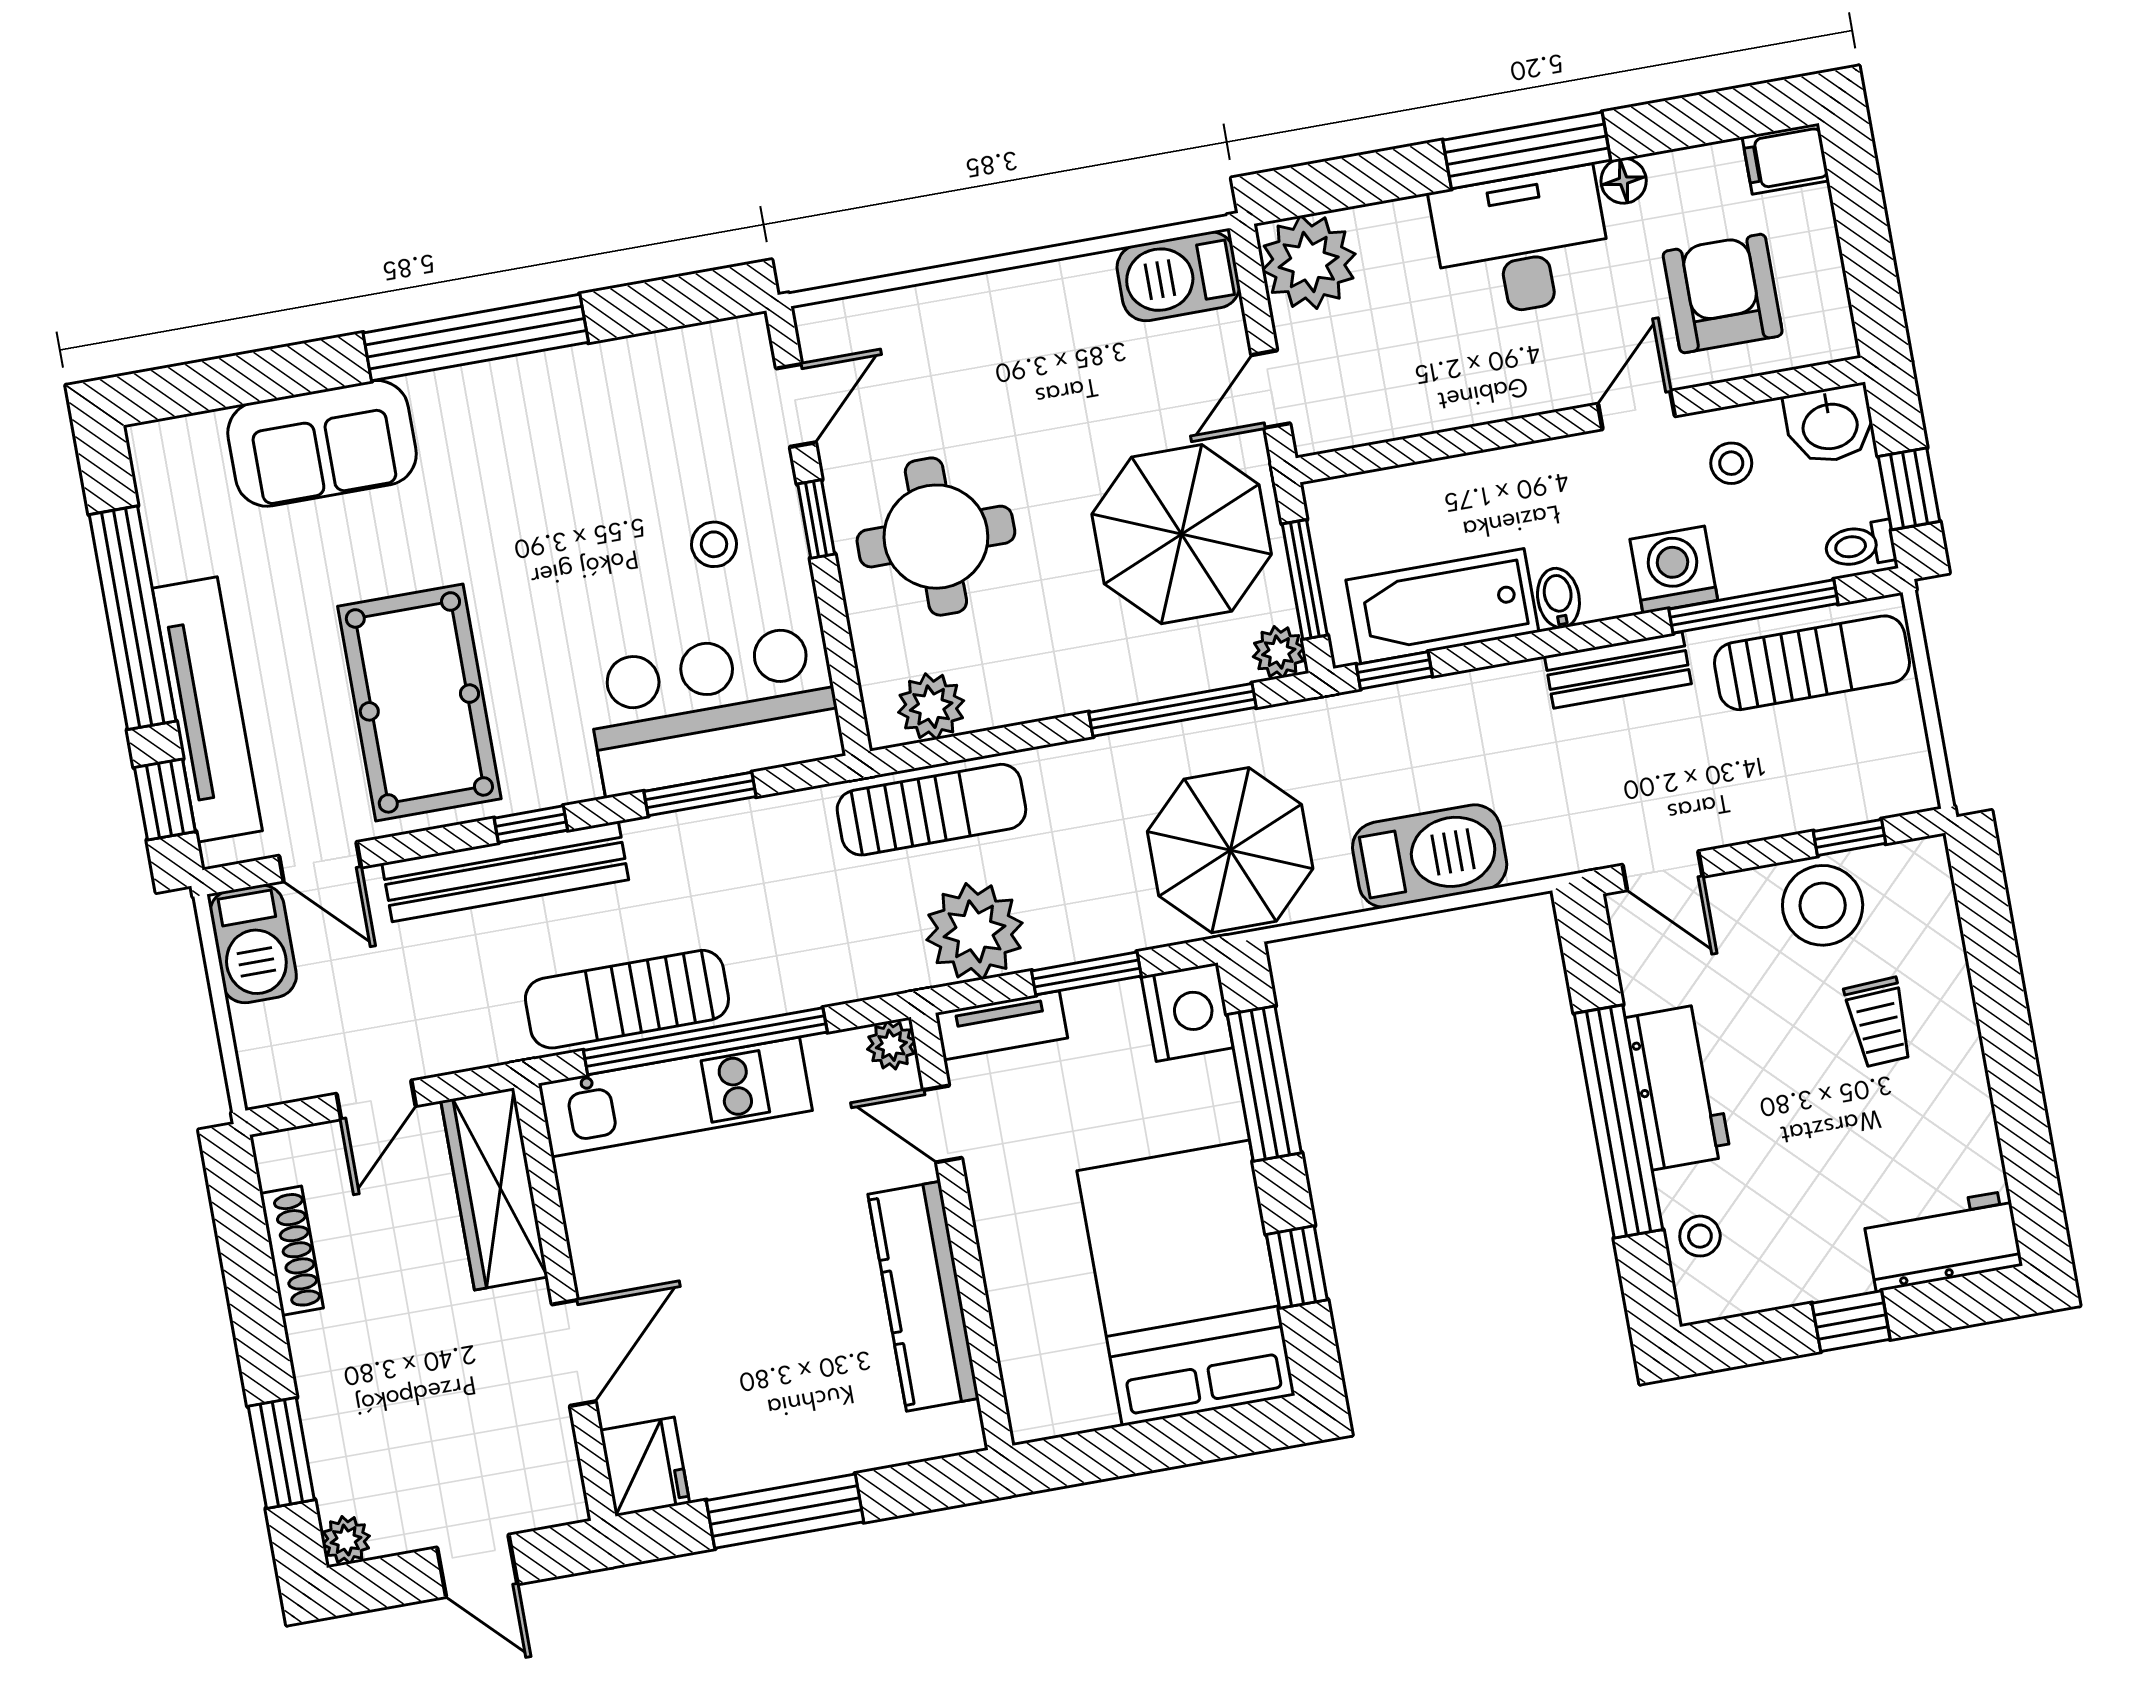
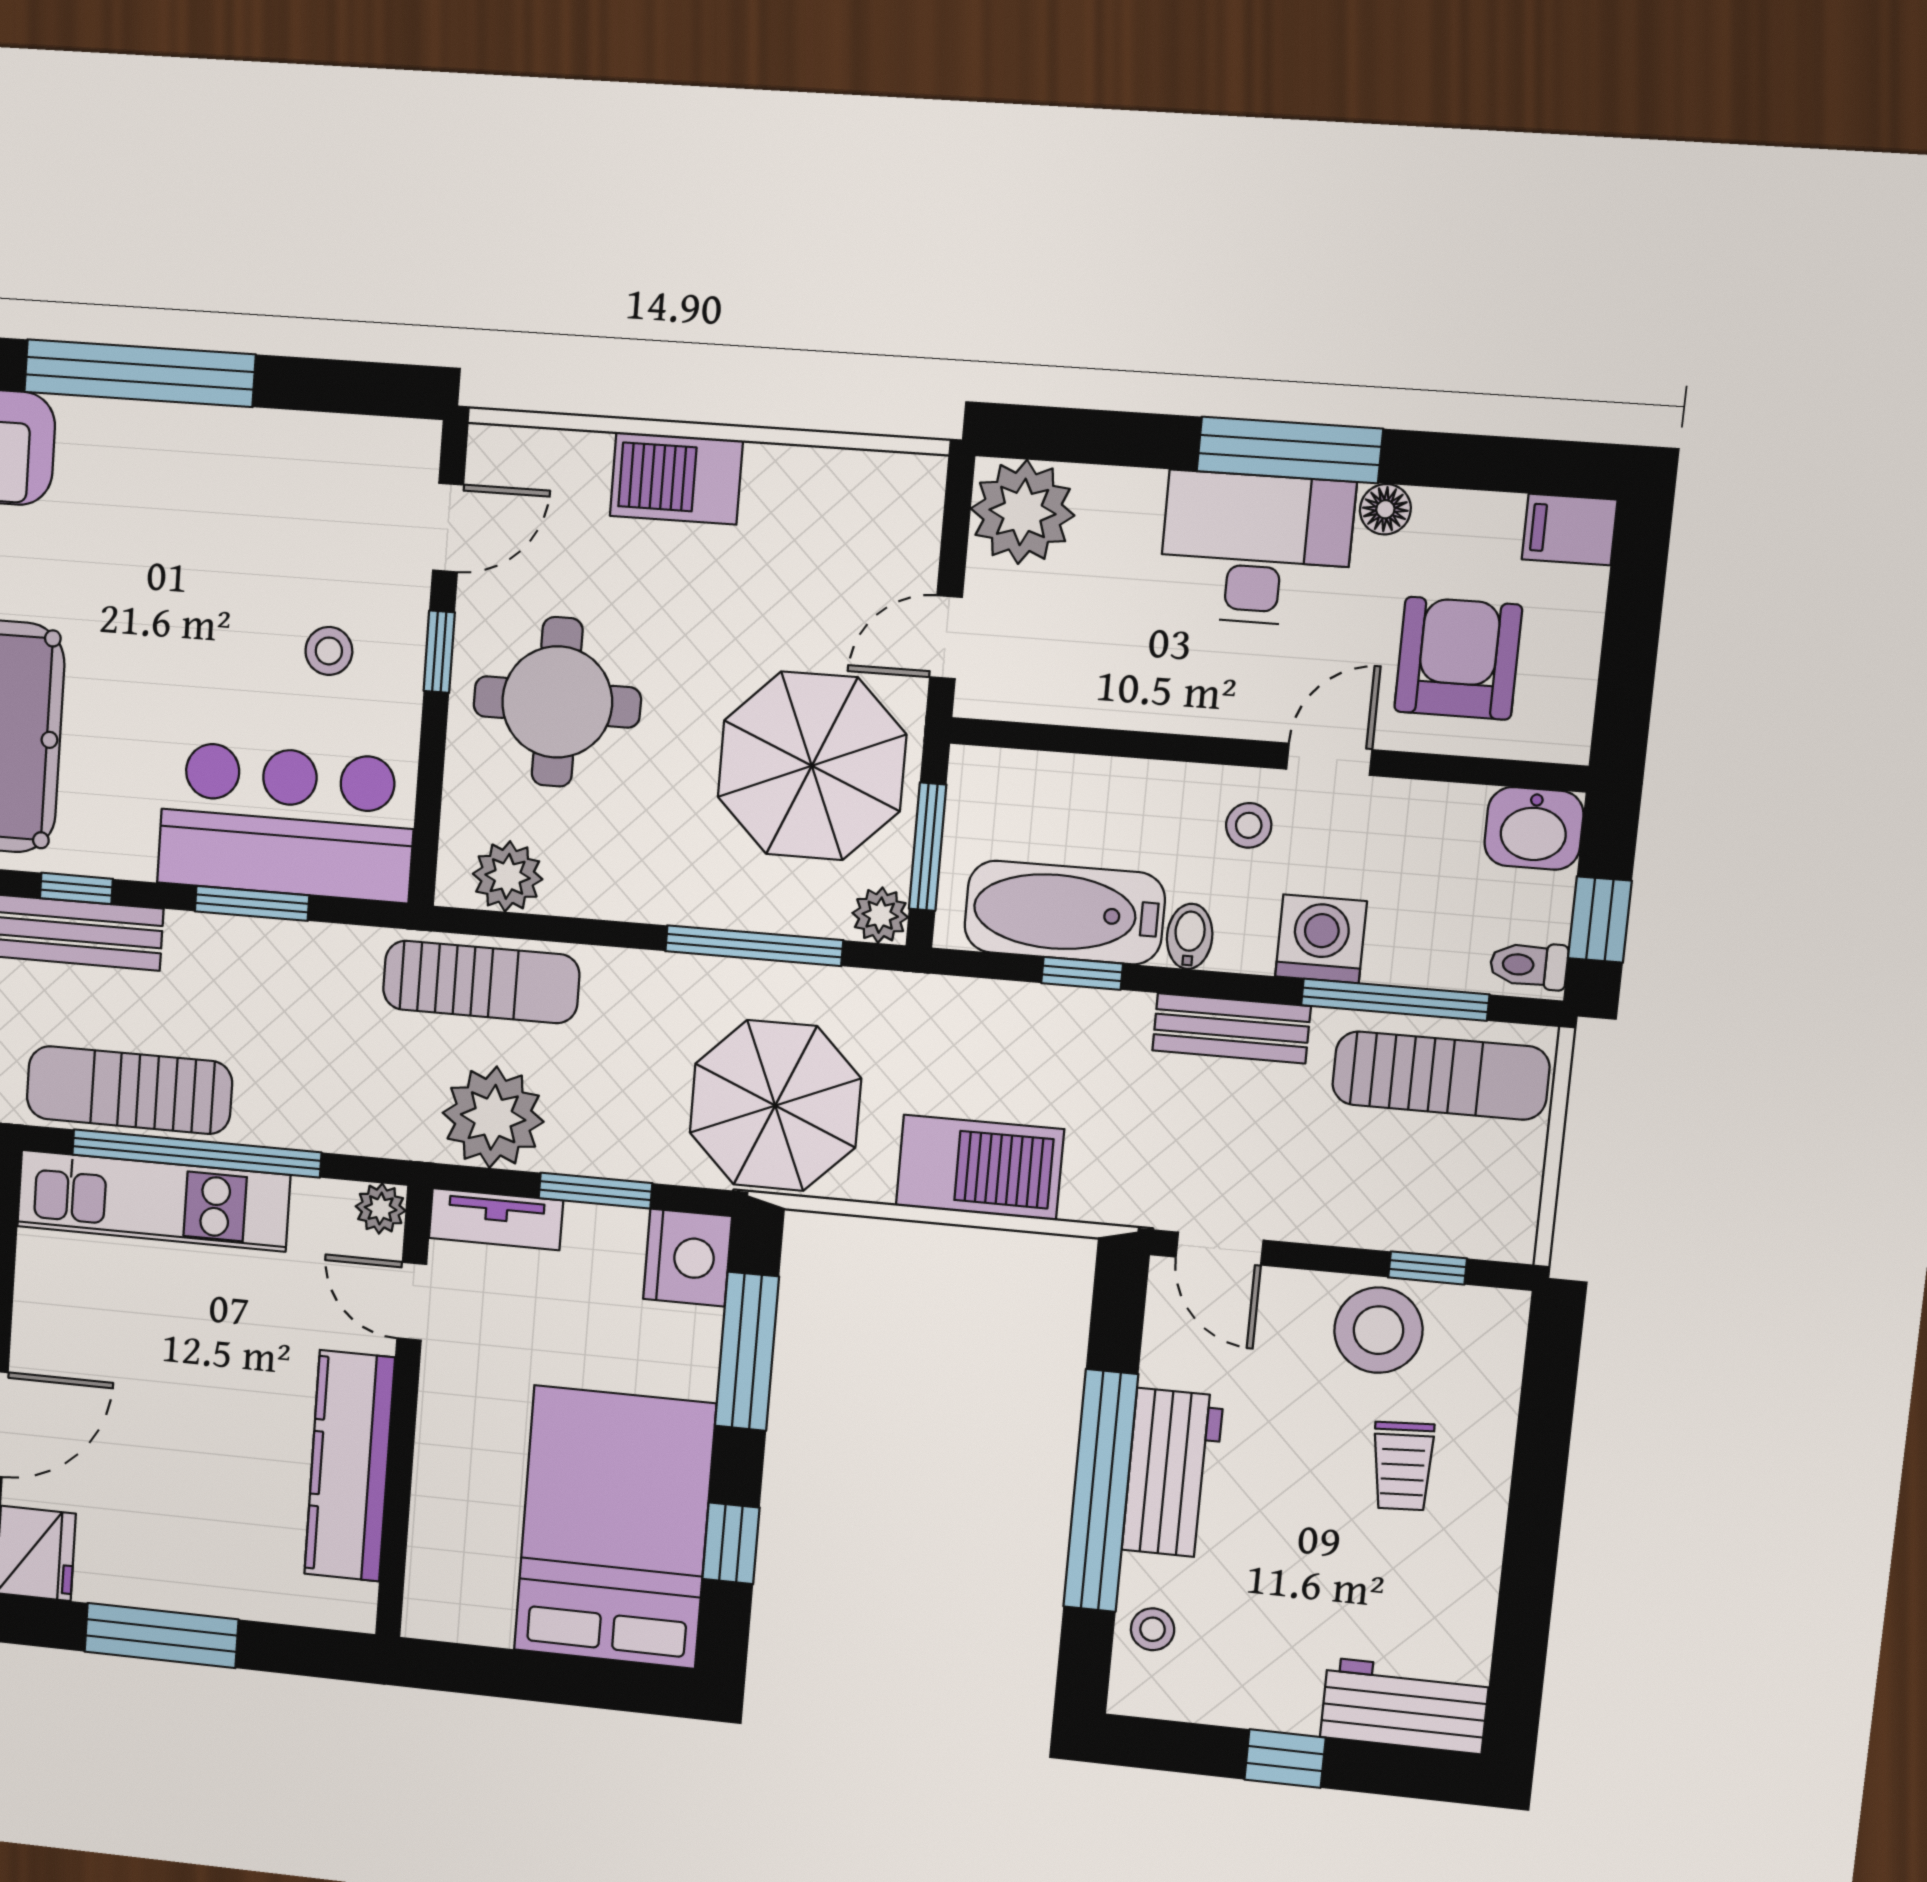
barbecue: (1178, 276) -> (676, 478), moved
stool: (1731, 463) -> (1249, 825), moved
window: (1394, 670) -> (1082, 973), moved

